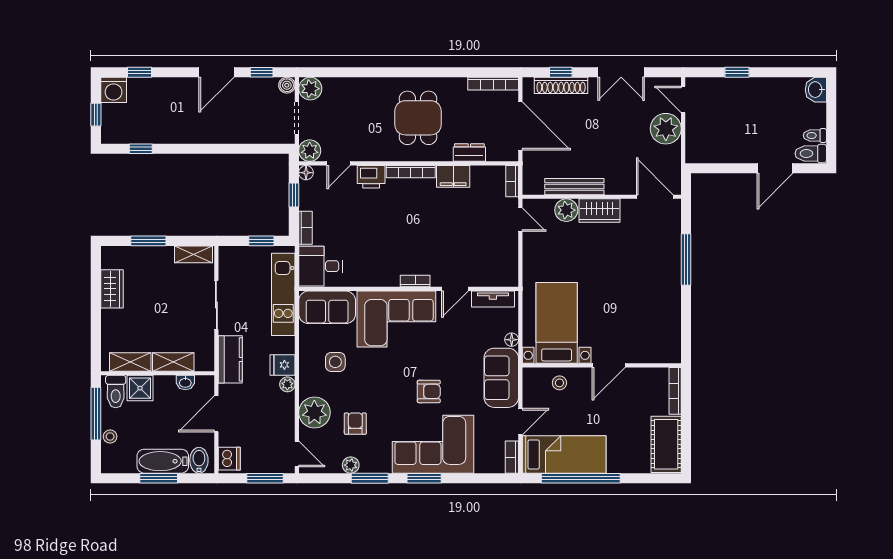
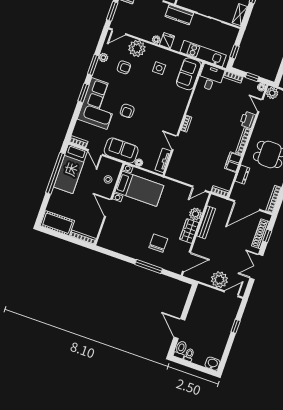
chair: (640, 257) -> (158, 243), added
corner sofa: (396, 319) -> (170, 107), removed

